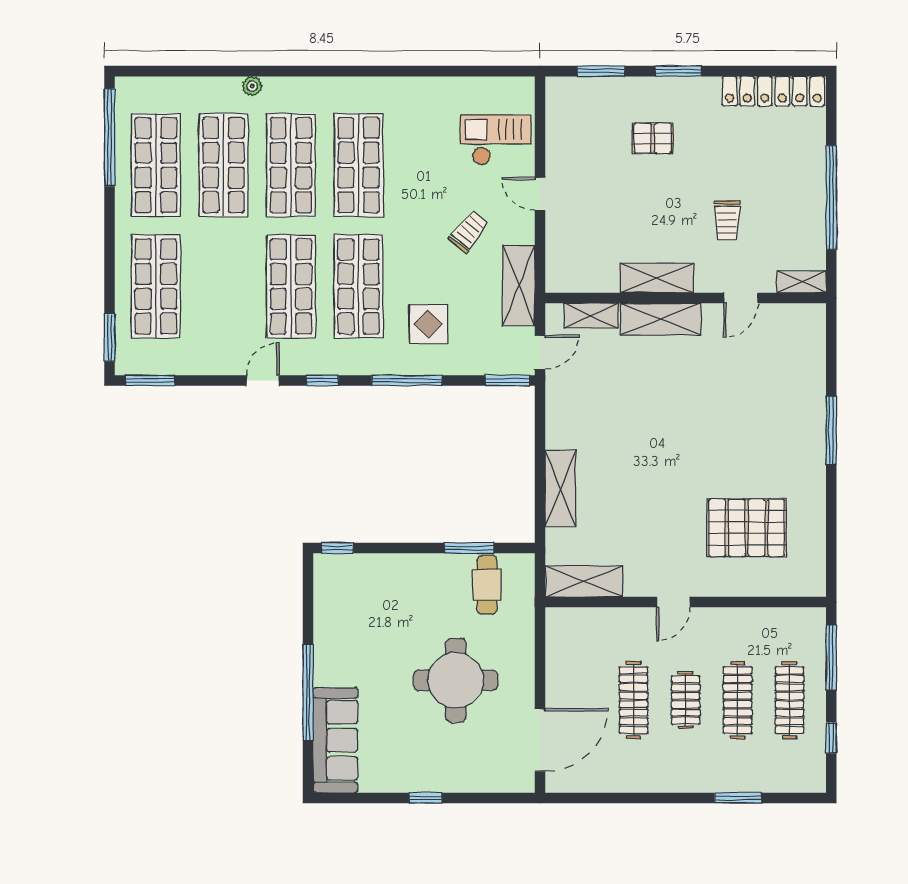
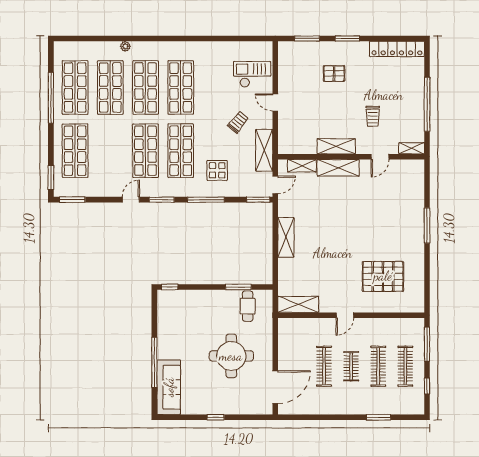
window: (109, 137) -> (51, 98), moved
window: (322, 380) -> (162, 200), width x1.50
shelving: (560, 488) -> (286, 237), moved

